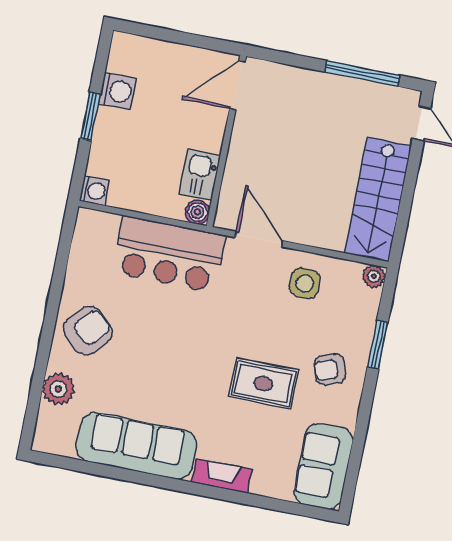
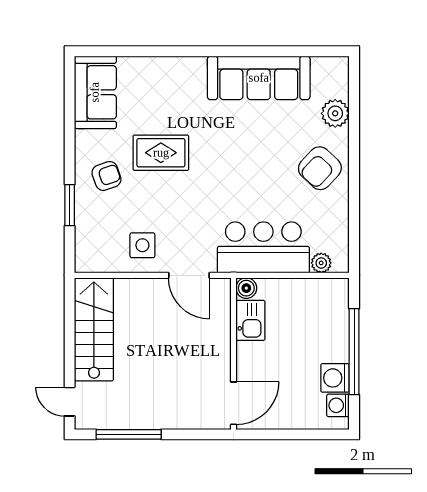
window: (90, 116) -> (354, 352), width x2.11
washing machine: (94, 191) -> (338, 405), moved
plant: (374, 276) -> (321, 263), moved
fireplace: (222, 476) -> (181, 67), removed

